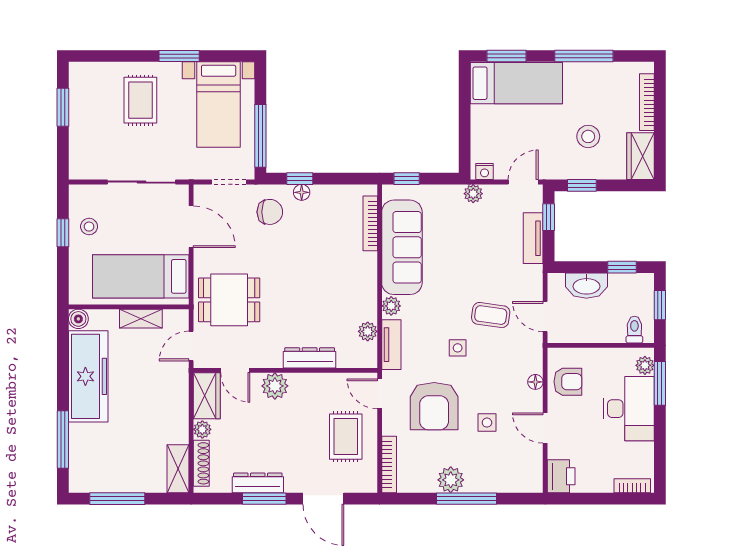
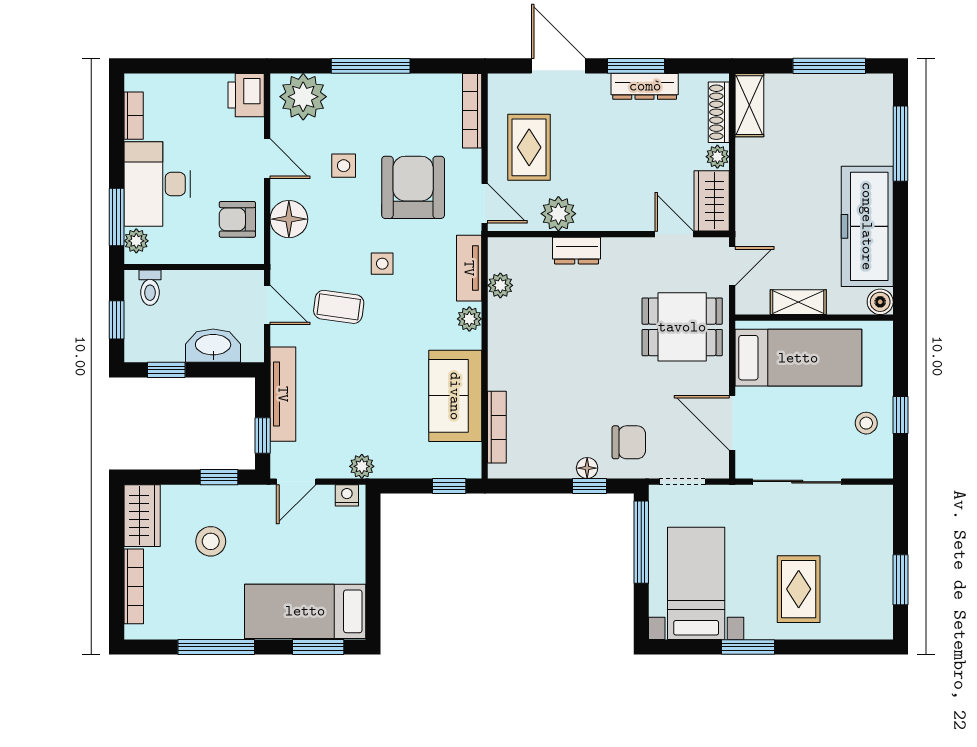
chair: (270, 212) -> (629, 442), turned 180
tv unit: (533, 238) -> (283, 394), width x1.41
sofa: (402, 247) -> (455, 396), width x0.73
dresser: (310, 358) -> (577, 251), width x0.70
floor lamp: (535, 382) -> (289, 219), width x1.89, depth x1.89
plant: (275, 386) -> (558, 214), moved
plant: (451, 480) -> (303, 97), moved, width x1.36, depth x1.36
bookcase: (632, 486) -> (134, 116), moved, turned -90

